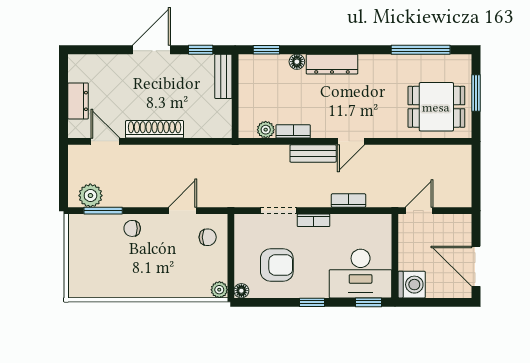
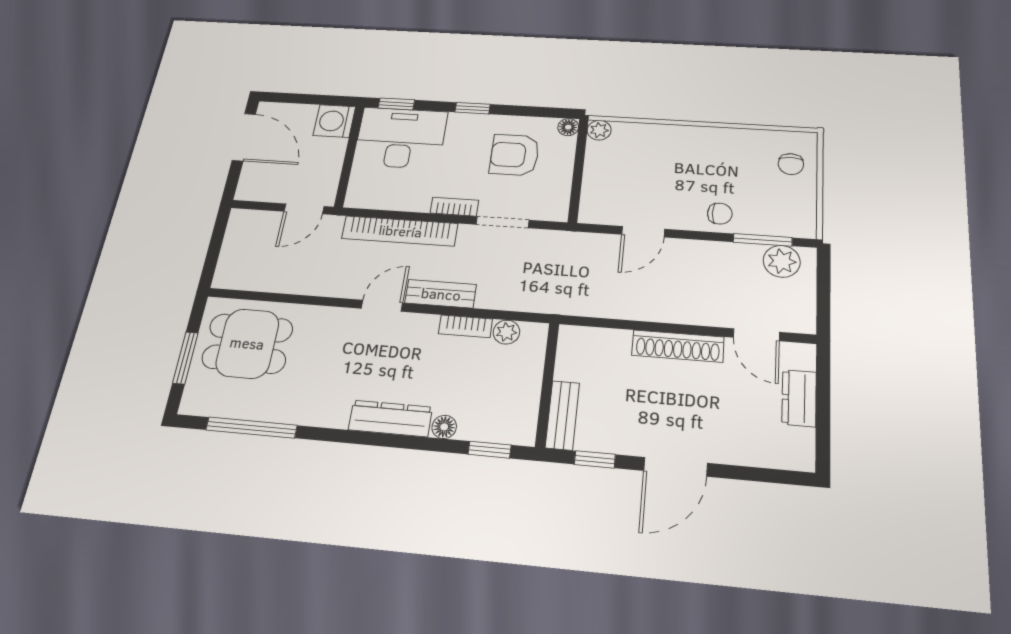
bookcase: (349, 201) -> (400, 231), width x2.31, depth x1.31
chair: (208, 237) -> (791, 164), moved, turned -90

